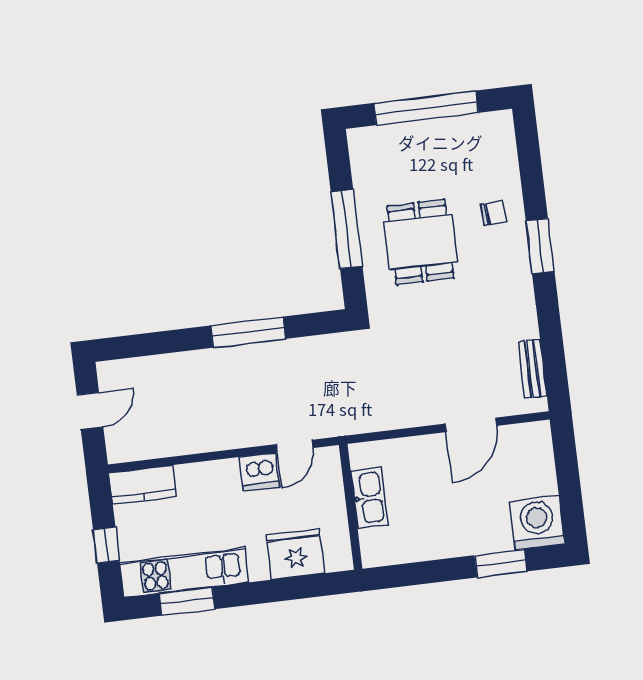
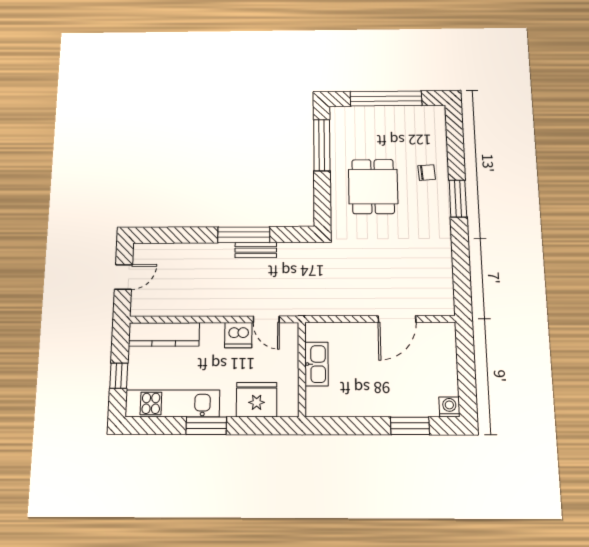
window: (347, 229) -> (322, 145), moved
bench: (533, 369) -> (256, 250), moved, turned 90
door: (295, 446) -> (266, 319), hinge flipped
kitchen counter: (142, 485) -> (164, 334), width x1.50
washing machine: (537, 523) -> (449, 407), width x0.53, depth x0.53
window: (187, 601) -> (206, 426), moved

